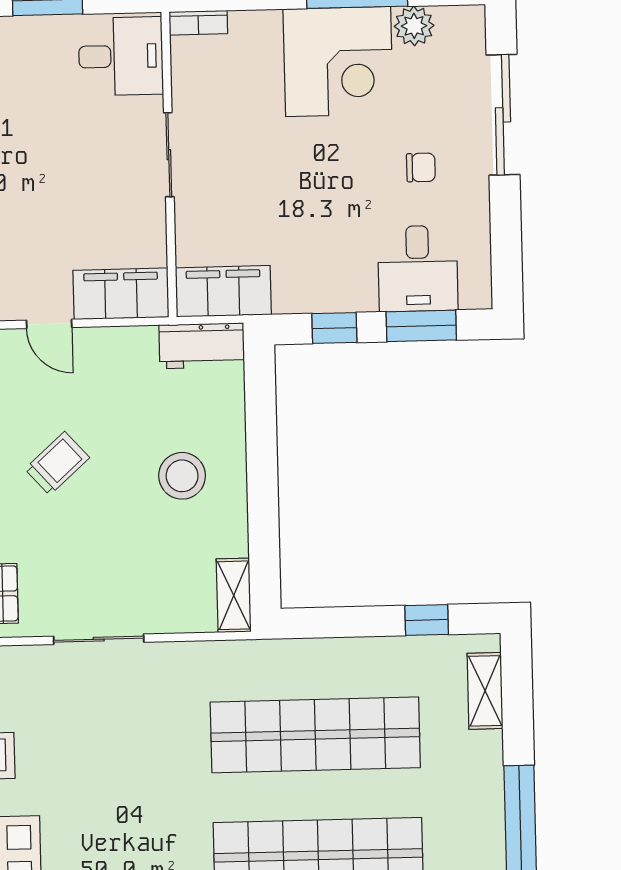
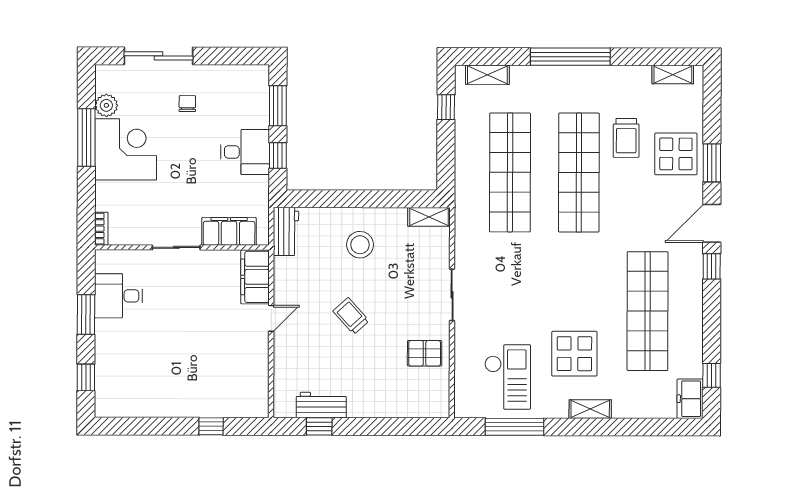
desk: (121, 56) -> (118, 296), moved, turned -90
desk: (418, 269) -> (245, 152), moved
filing cabinet: (223, 291) -> (229, 231), moved, turned 90

